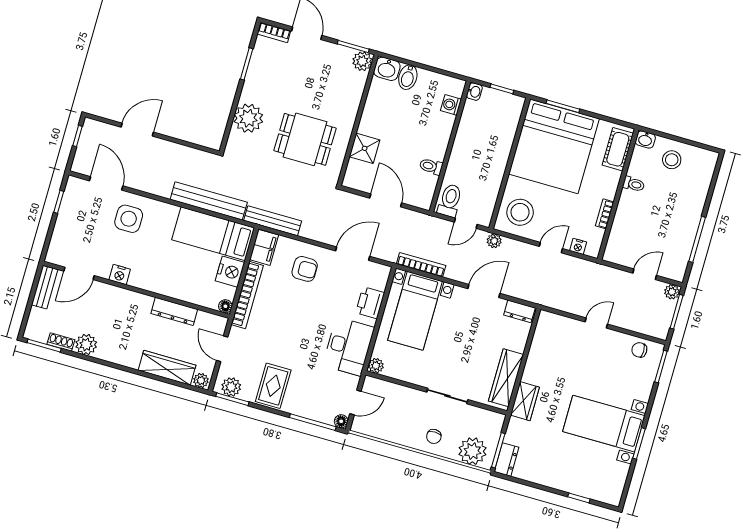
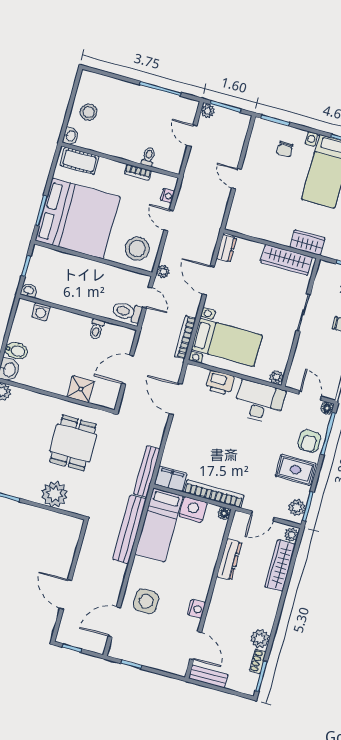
toilet: (634, 184) -> (148, 157), moved
armchair: (305, 269) -> (309, 441), moved, turned 180
chair: (639, 350) -> (285, 149), moved

